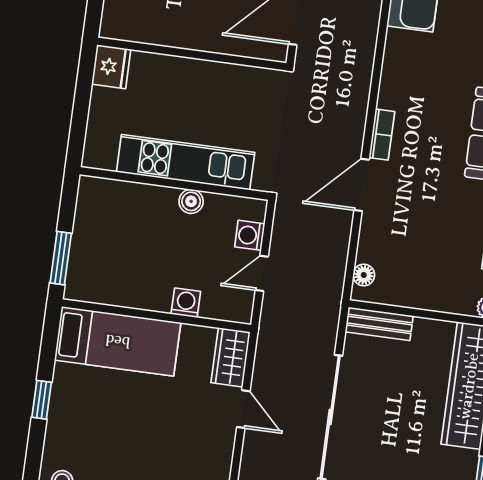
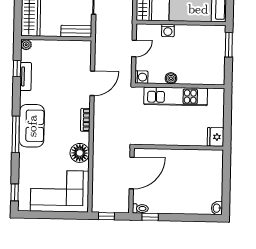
door: (362, 185) -> (92, 83), moved
washing machine: (250, 235) -> (141, 77), moved
floor lamp: (364, 275) -> (80, 153), moved, width x1.89, depth x1.89

